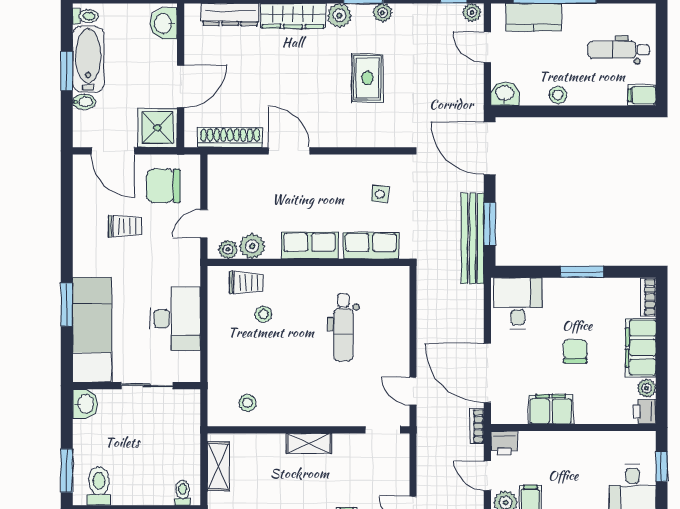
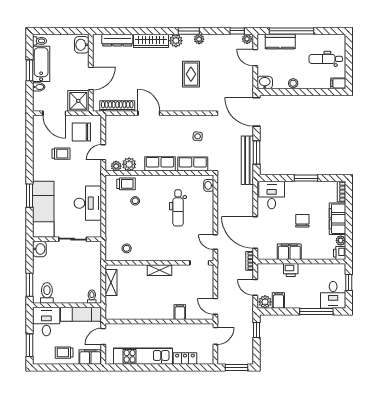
washbasin: (401, 285) -> (209, 185), added
printer: (504, 443) -> (291, 270), moved

